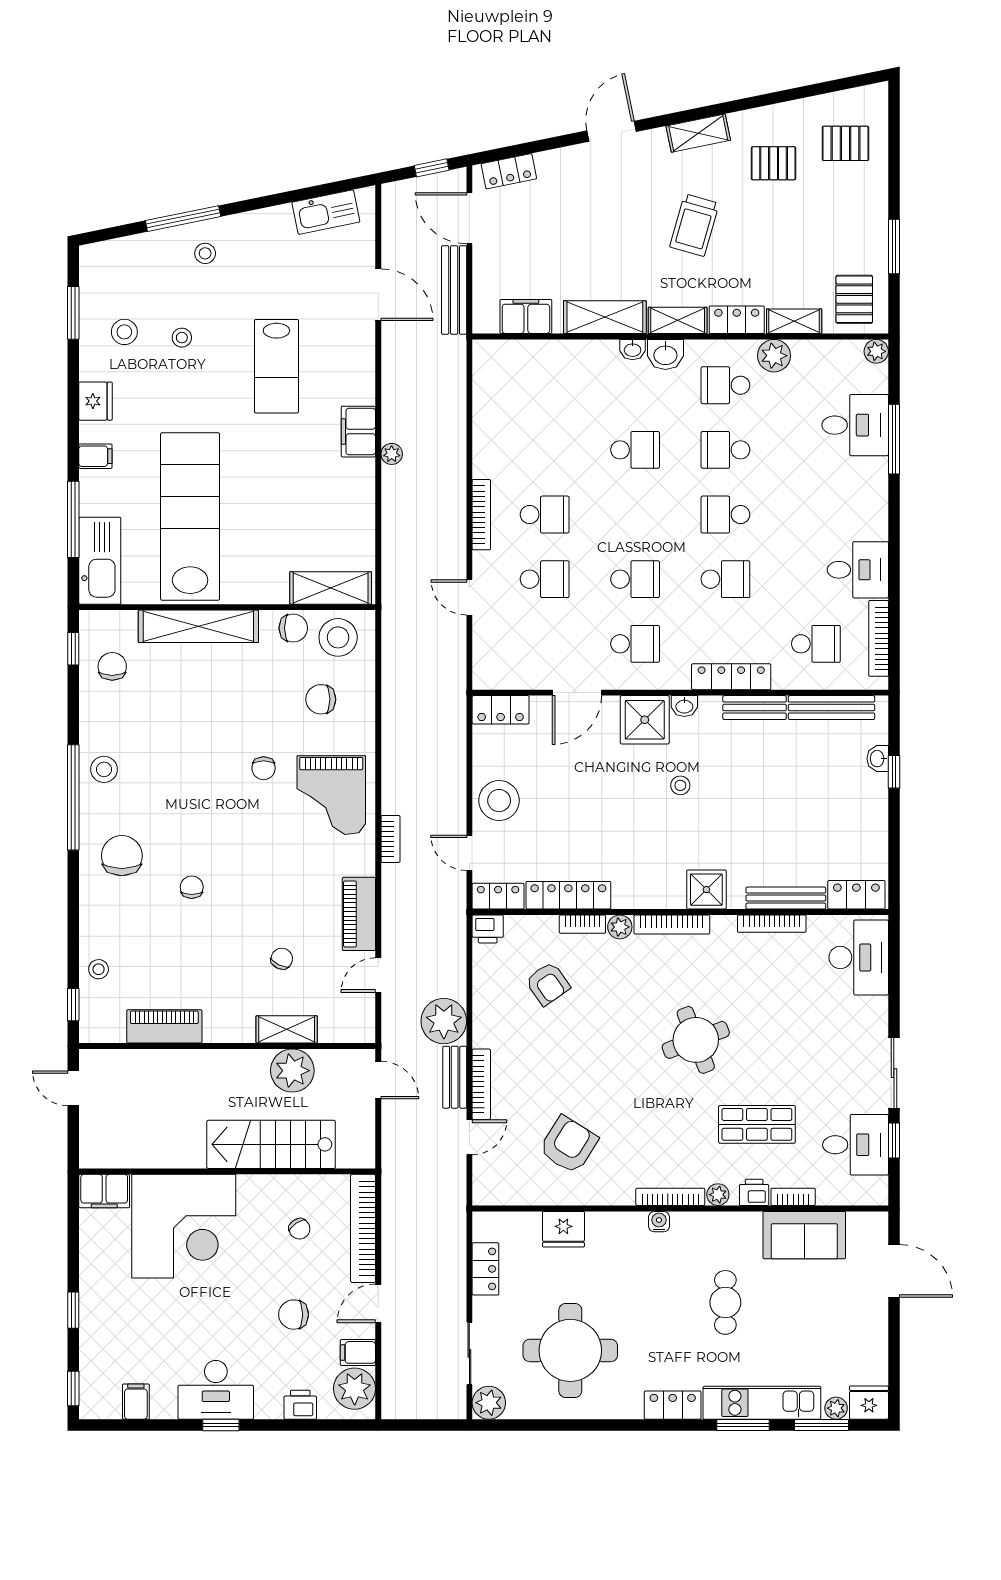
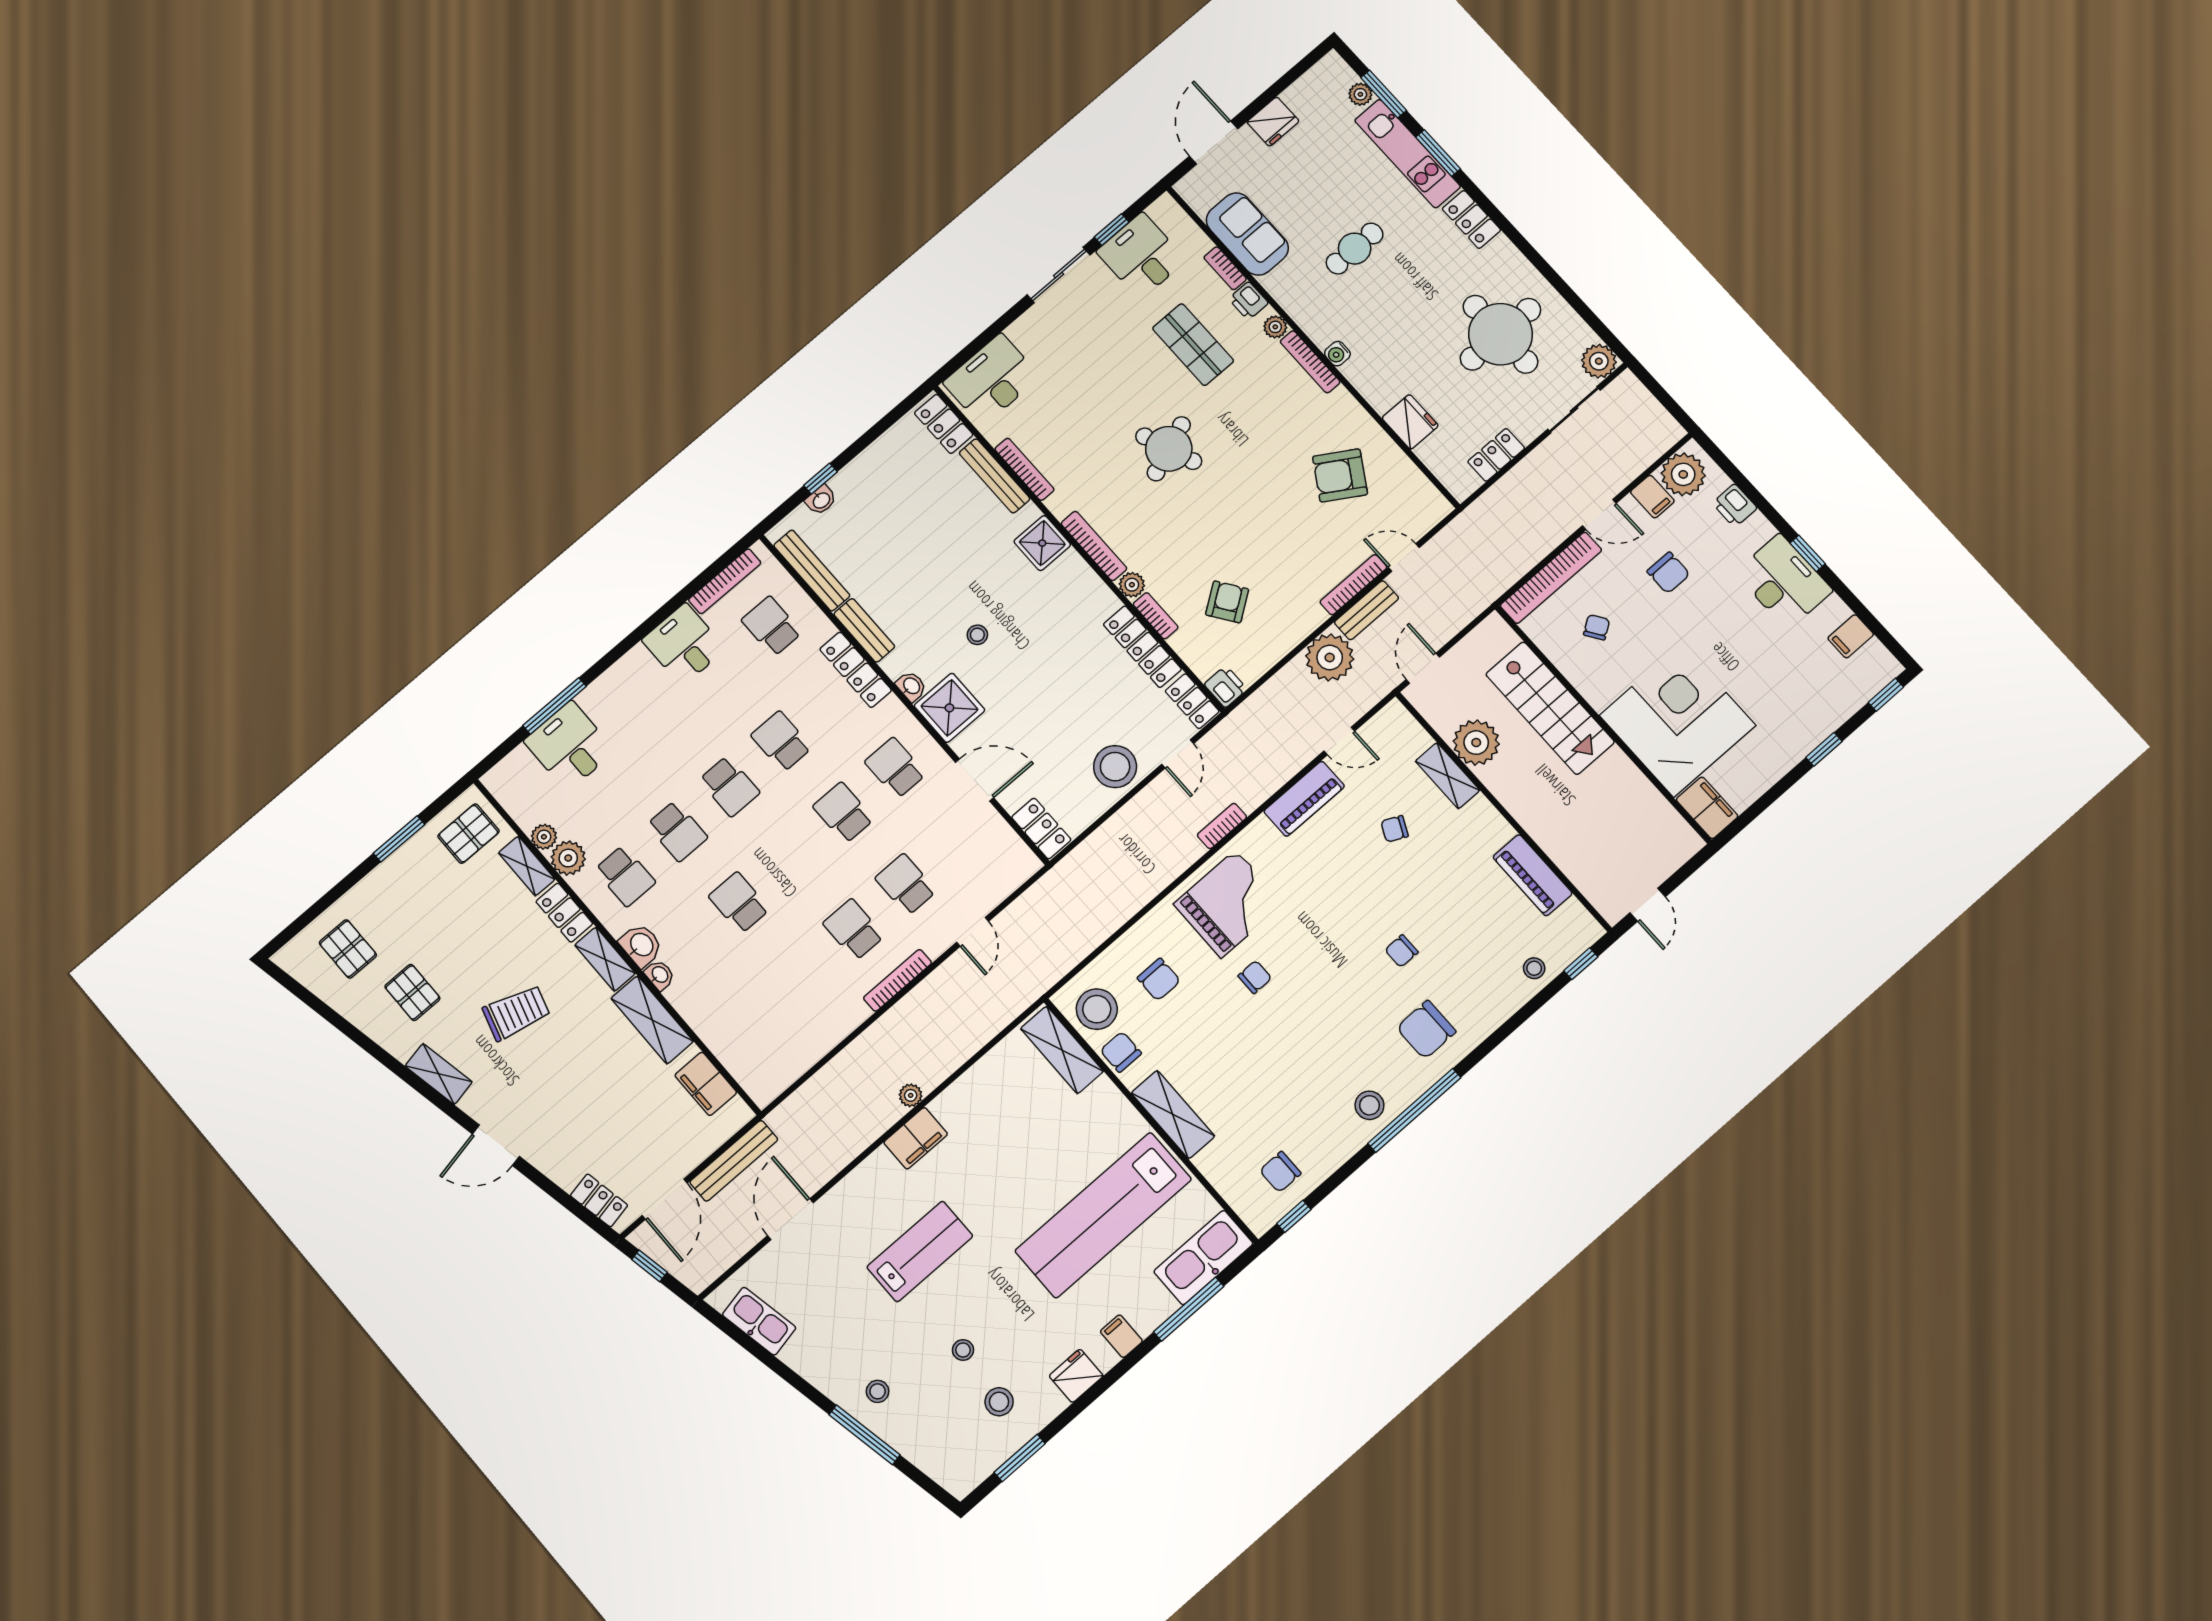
plant: (876, 351) -> (544, 837), moved
shelving: (198, 626) -> (1173, 1115), width x0.68
fridge: (869, 1403) -> (1273, 122), moved, turned -90

